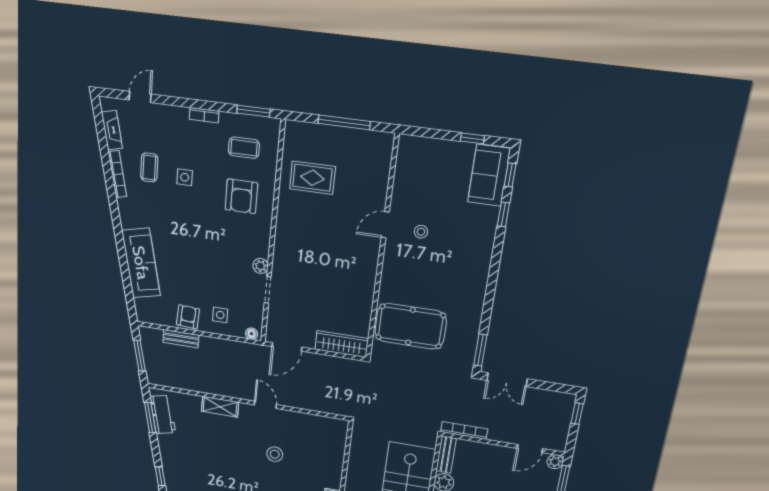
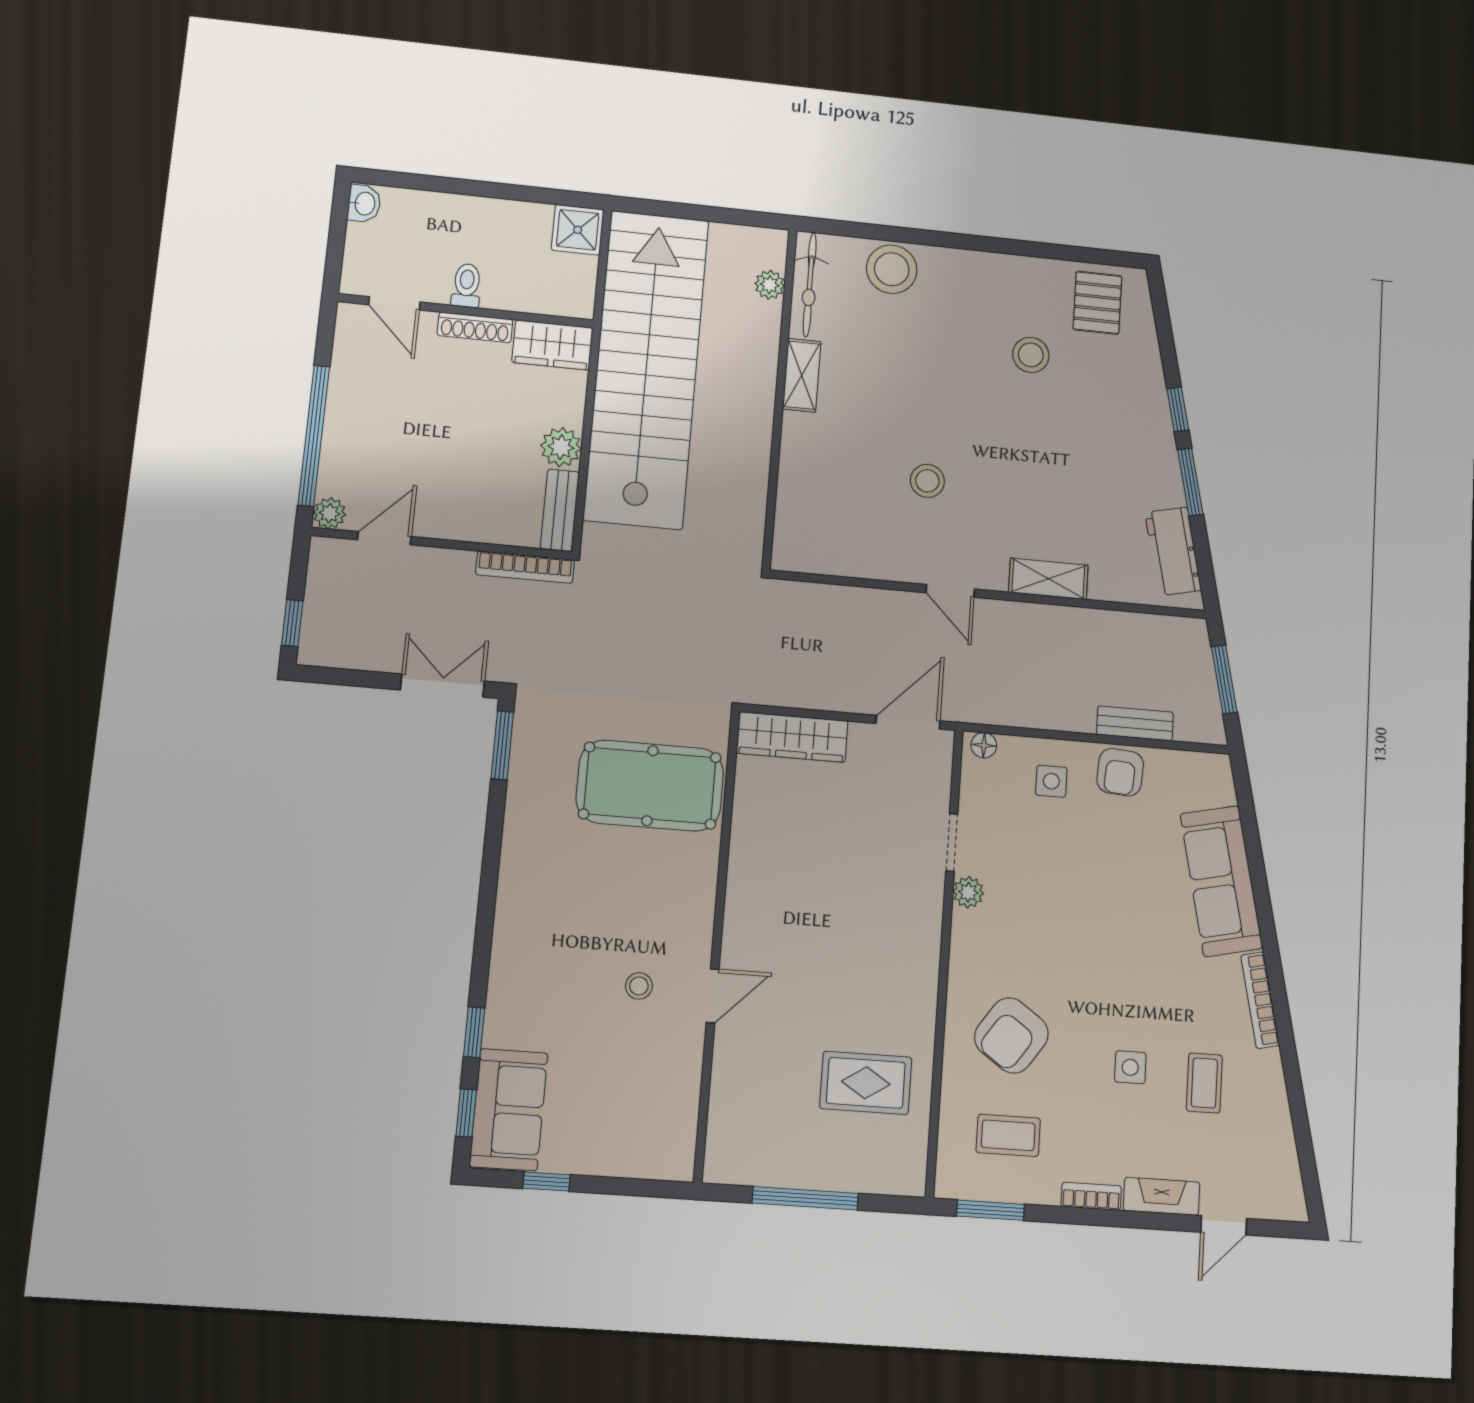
fireplace: (112, 130) -> (1162, 1196), moved, turned 103
bookcase: (117, 174) -> (1260, 1000), moved
armchair: (241, 196) -> (1011, 1035), turned -145
window: (150, 417) -> (1190, 482), moved

